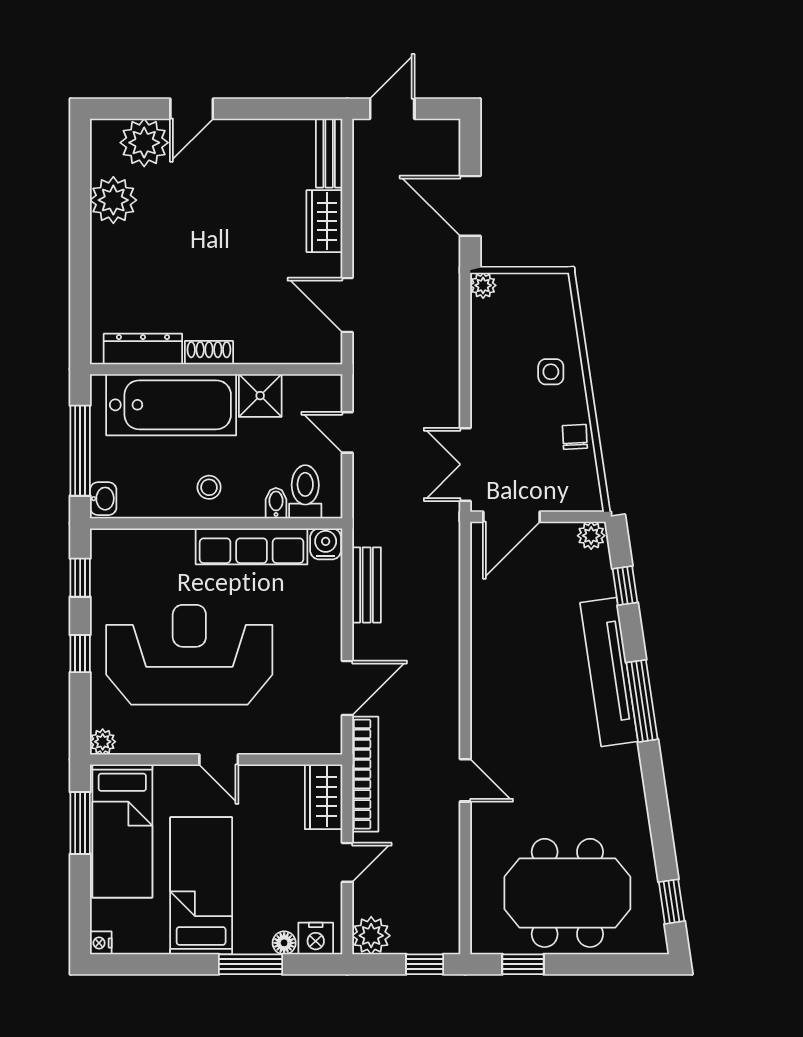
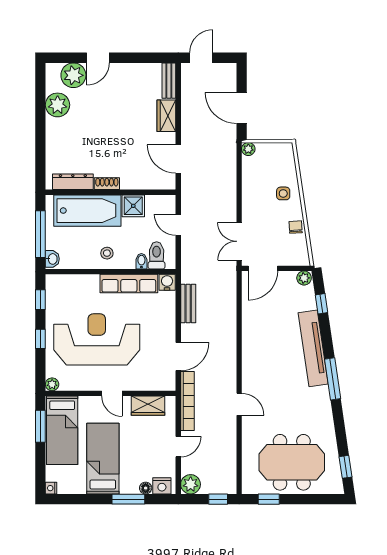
window: (642, 701) -> (333, 379), moved
wardrobe: (324, 797) -> (148, 406), moved, turned -90

